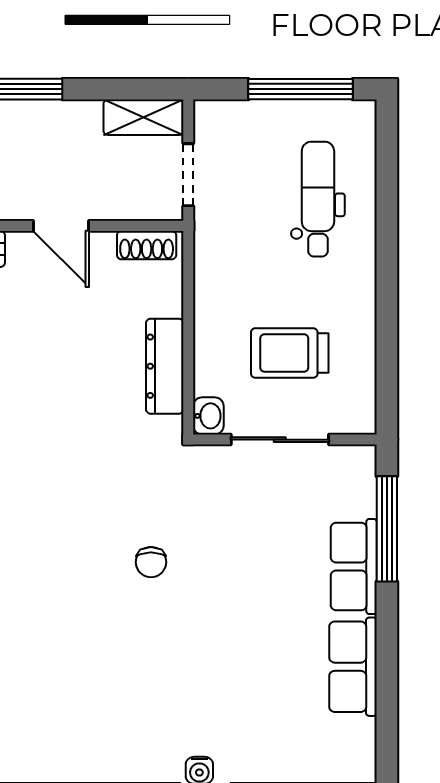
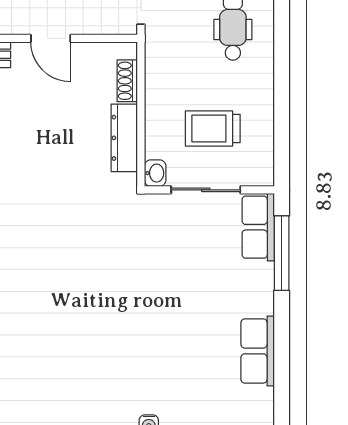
shoe rack: (147, 245) -> (127, 81), moved, turned 90
chair: (151, 562) -> (114, 277), removed
row of seats: (354, 566) -> (258, 227), moved

